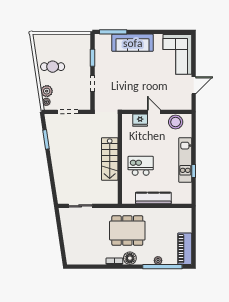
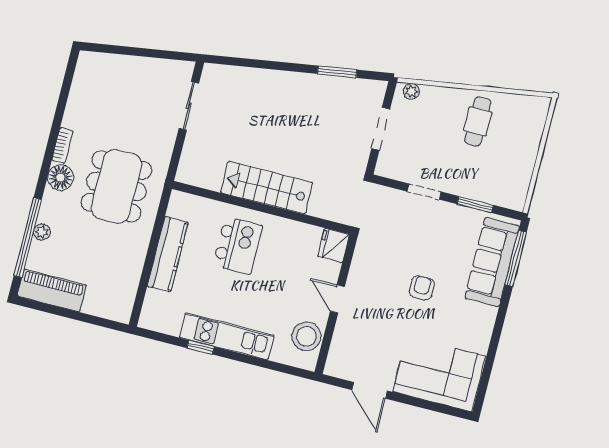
sofa: (133, 43) -> (492, 262), moved
armchair: (139, 73) -> (422, 288), added
plant: (47, 91) -> (432, 97), removed
door: (154, 112) -> (337, 299), swing flipped
fridge: (140, 120) -> (334, 245), moved

